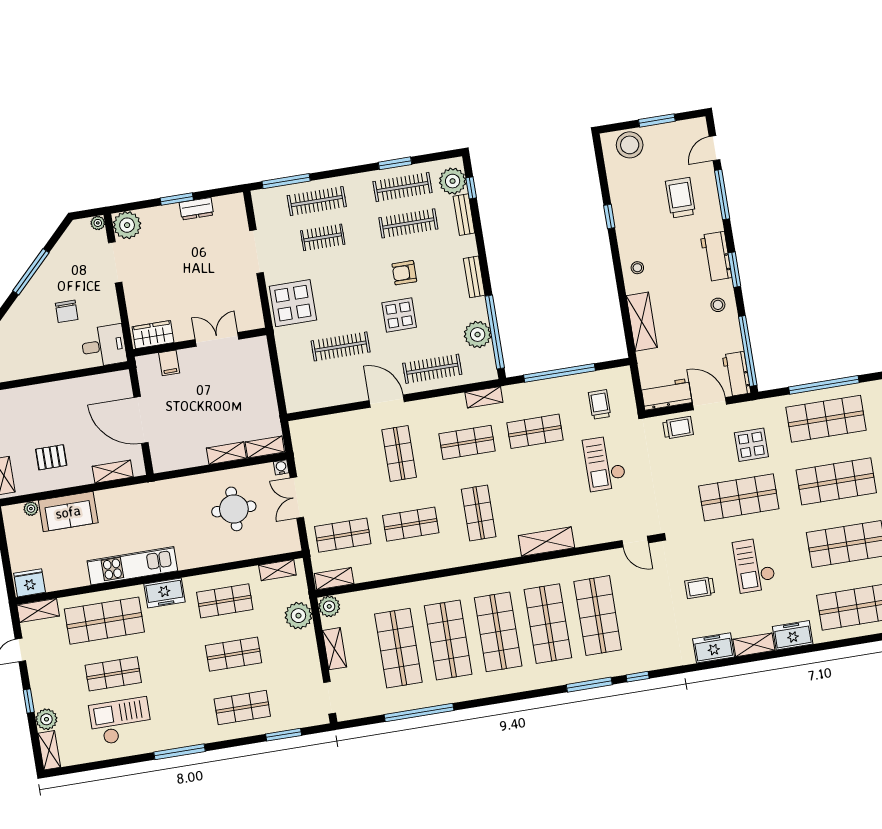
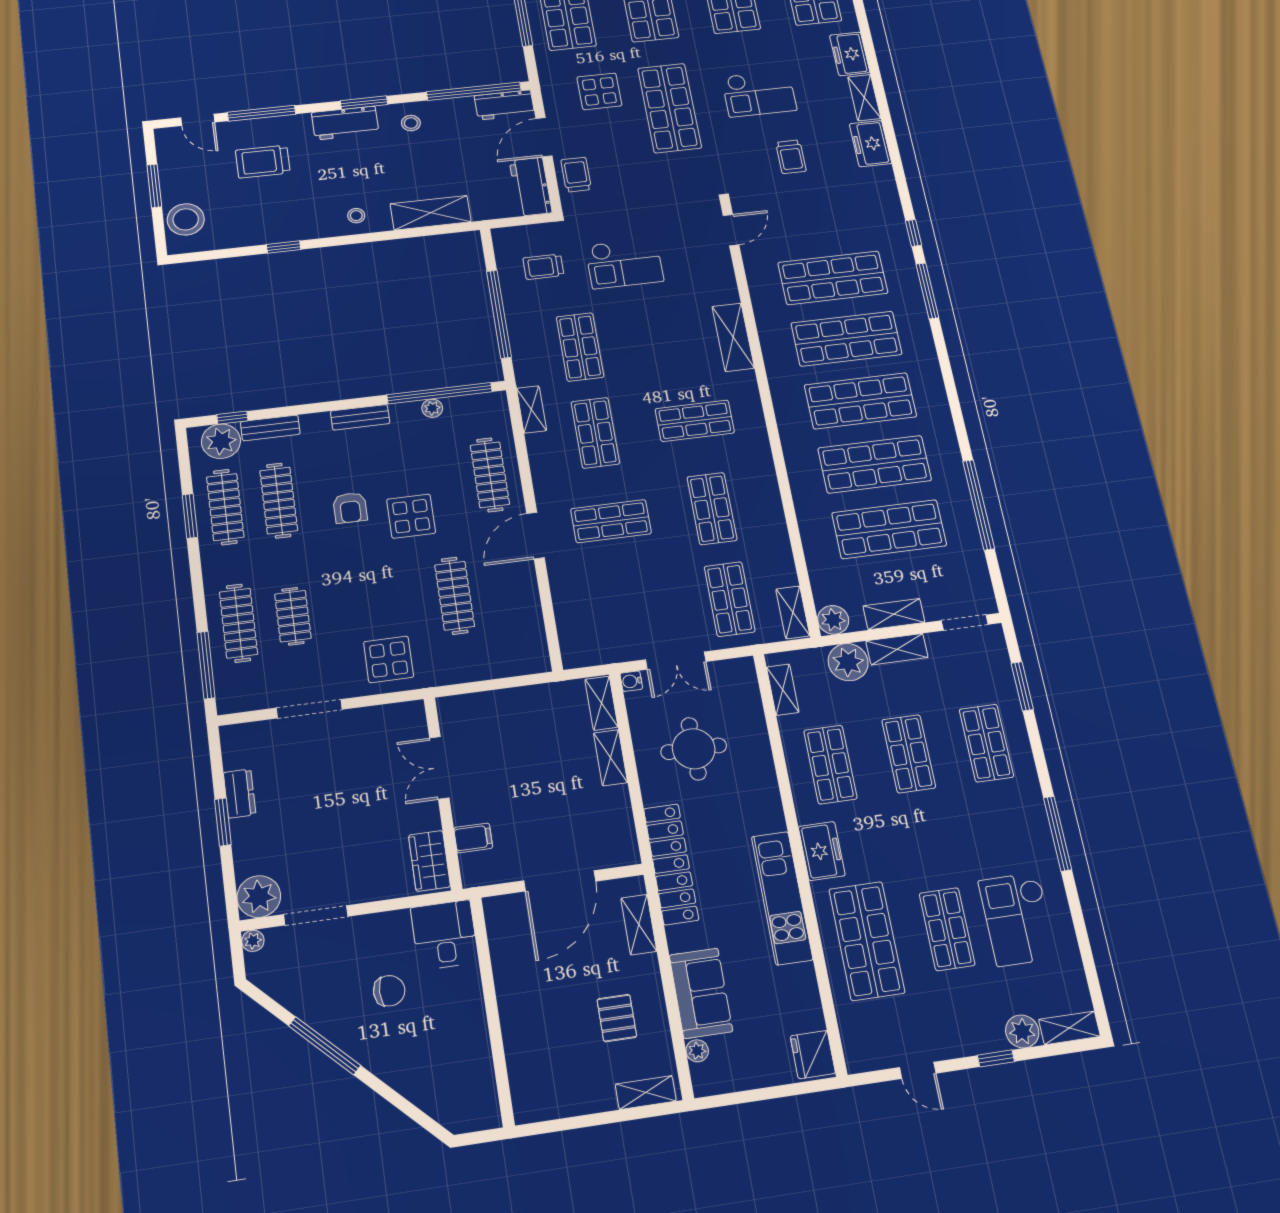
display table: (293, 303) -> (389, 659), width x0.73, depth x0.73
plant: (478, 335) -> (432, 408), width x0.53, depth x0.53
locker: (154, 493) -> (671, 864), added
shelving: (38, 610) -> (897, 649), moved, turned 90

